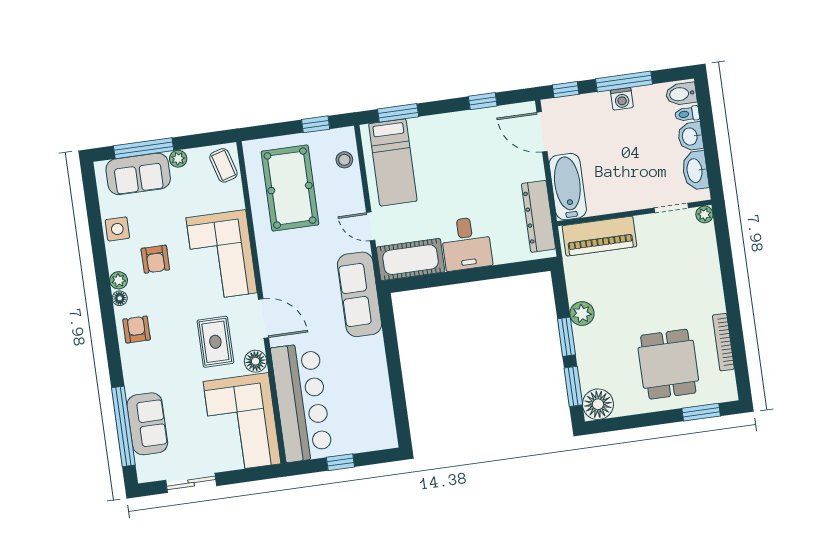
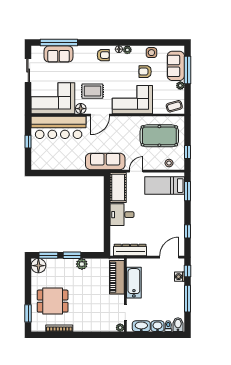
washing machine: (622, 99) -> (180, 277), moved
bathtub: (568, 187) -> (134, 283), moved, turned -90
armchair: (155, 259) -> (145, 72), moved

